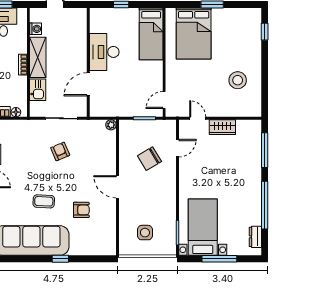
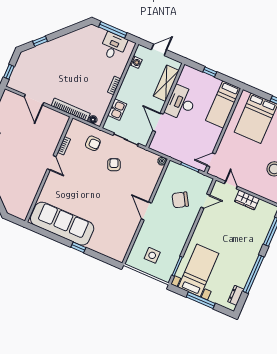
shelving: (38, 57) -> (166, 83), moved
door: (88, 84) -> (158, 122), hinge flipped
coffee table: (44, 201) -> (85, 198), removed
armchair: (81, 210) -> (93, 143), moved

